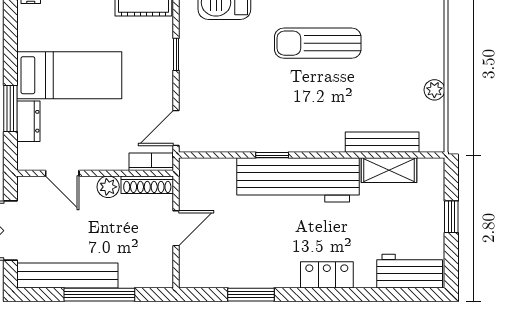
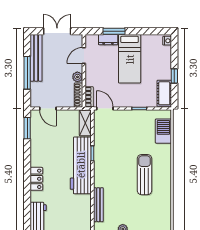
shelving: (389, 170) -> (85, 123), moved
door: (176, 228) -> (48, 109), moved
window: (251, 295) -> (27, 128), moved

